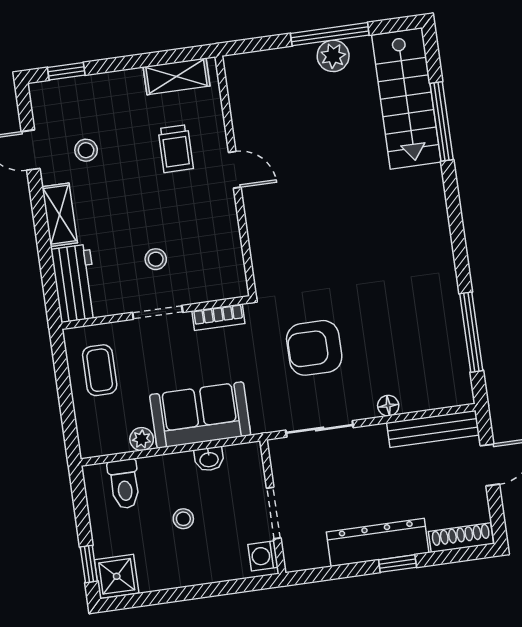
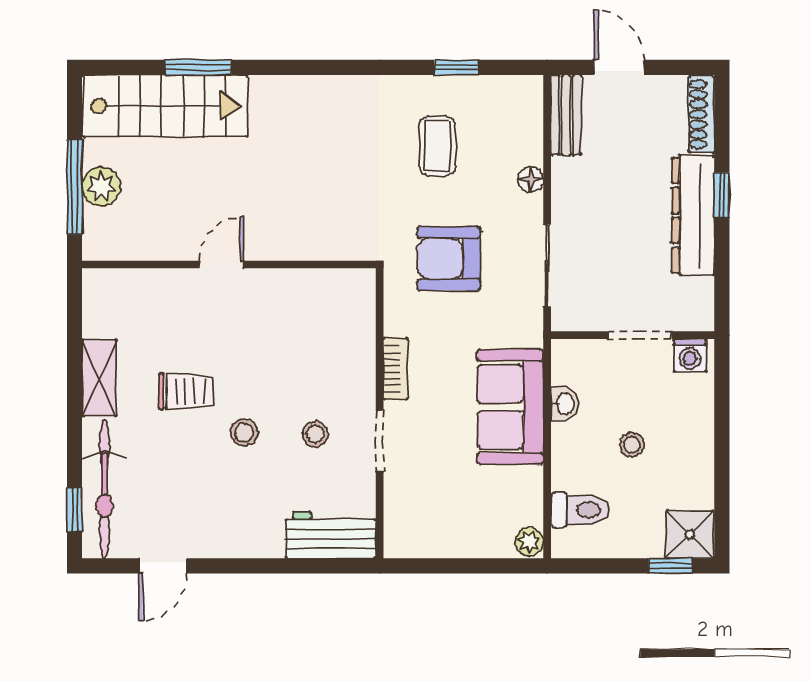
bicycle: (87, 93) -> (105, 489), added
window: (442, 121) -> (198, 67), width x0.69
stool: (86, 150) -> (244, 432), moved
door: (235, 170) -> (221, 265), moved
wall: (236, 176) -> (229, 265), moved
shelving: (60, 215) -> (246, 542), removed
window: (471, 332) -> (456, 67), width x0.46
armchair: (314, 348) -> (449, 259), turned 90
coffee table: (100, 370) -> (437, 146), moved, turned 90
bench: (433, 429) -> (566, 115), width x0.73
plant: (142, 439) -> (529, 542), moved

